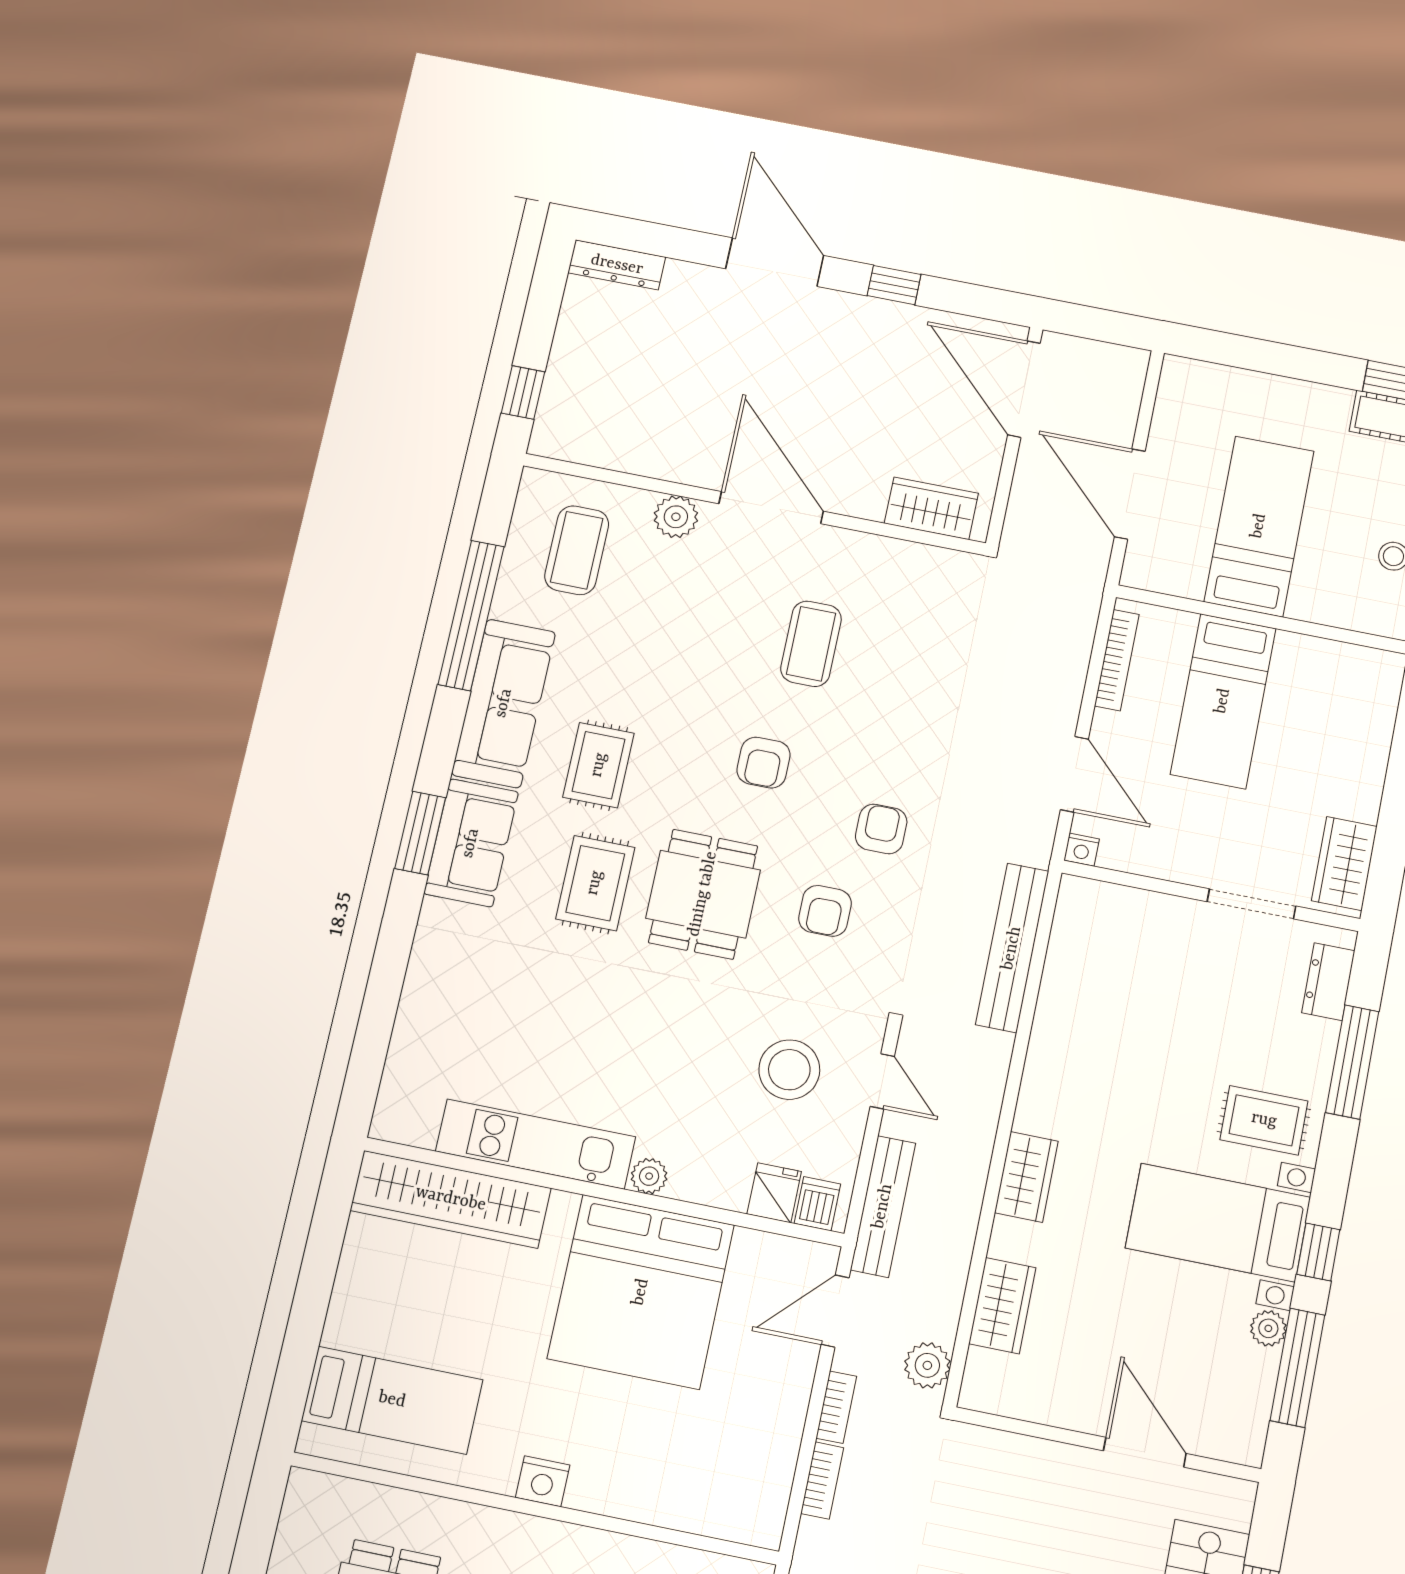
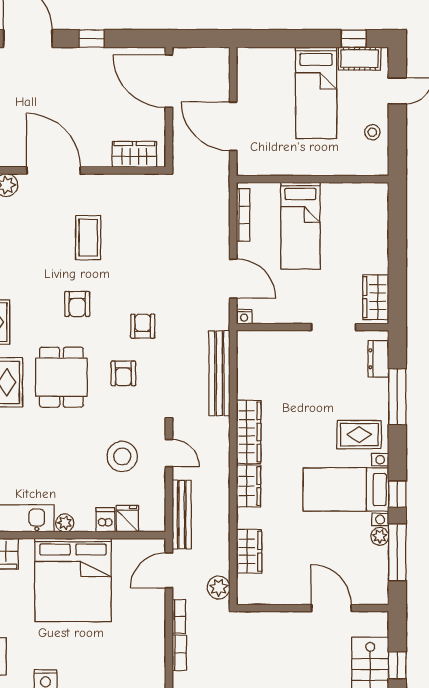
bed: (1259, 526) -> (316, 93), moved, turned 180
wardrobe: (1047, 1072) -> (249, 432), added
dishwasher: (817, 1204) -> (105, 520), moved

